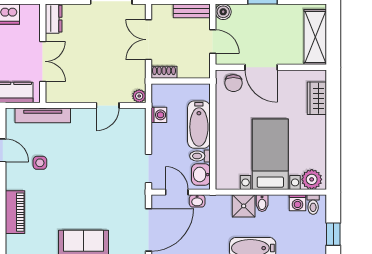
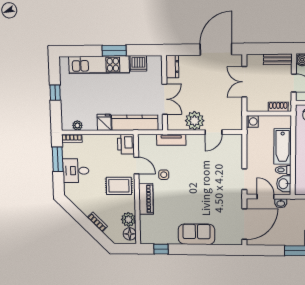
shoe rack: (164, 72) -> (278, 107), moved
plant: (139, 96) -> (195, 121), moved, width x1.87, depth x1.87
tv unit: (43, 115) -> (171, 140), width x0.71
washing machine: (159, 115) -> (252, 121), moved
piano: (15, 212) -> (146, 199), moved

